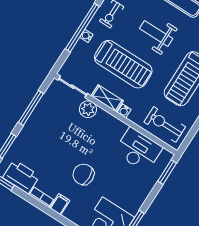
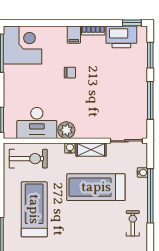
weight bench: (156, 33) -> (85, 231), removed
water cooler: (86, 36) -> (142, 172), moved
plant: (88, 109) -> (66, 130), moved
chair: (83, 174) -> (70, 73), width x0.54, depth x0.54

